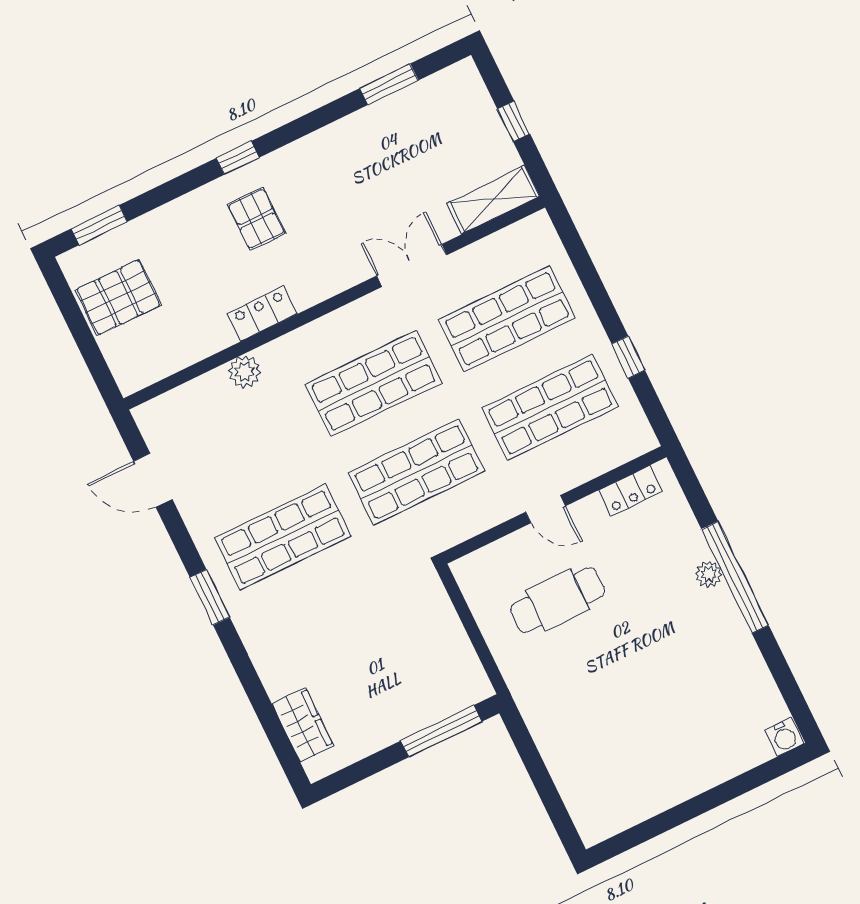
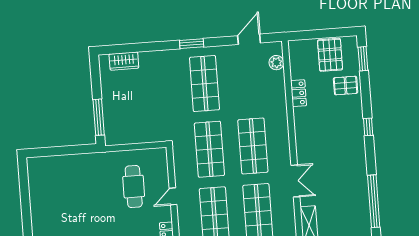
window: (389, 84) -> (374, 201), width x2.11
pallet: (256, 219) -> (346, 86), moved
locker: (262, 314) -> (299, 93), moved
plant: (244, 372) -> (276, 63), moved

